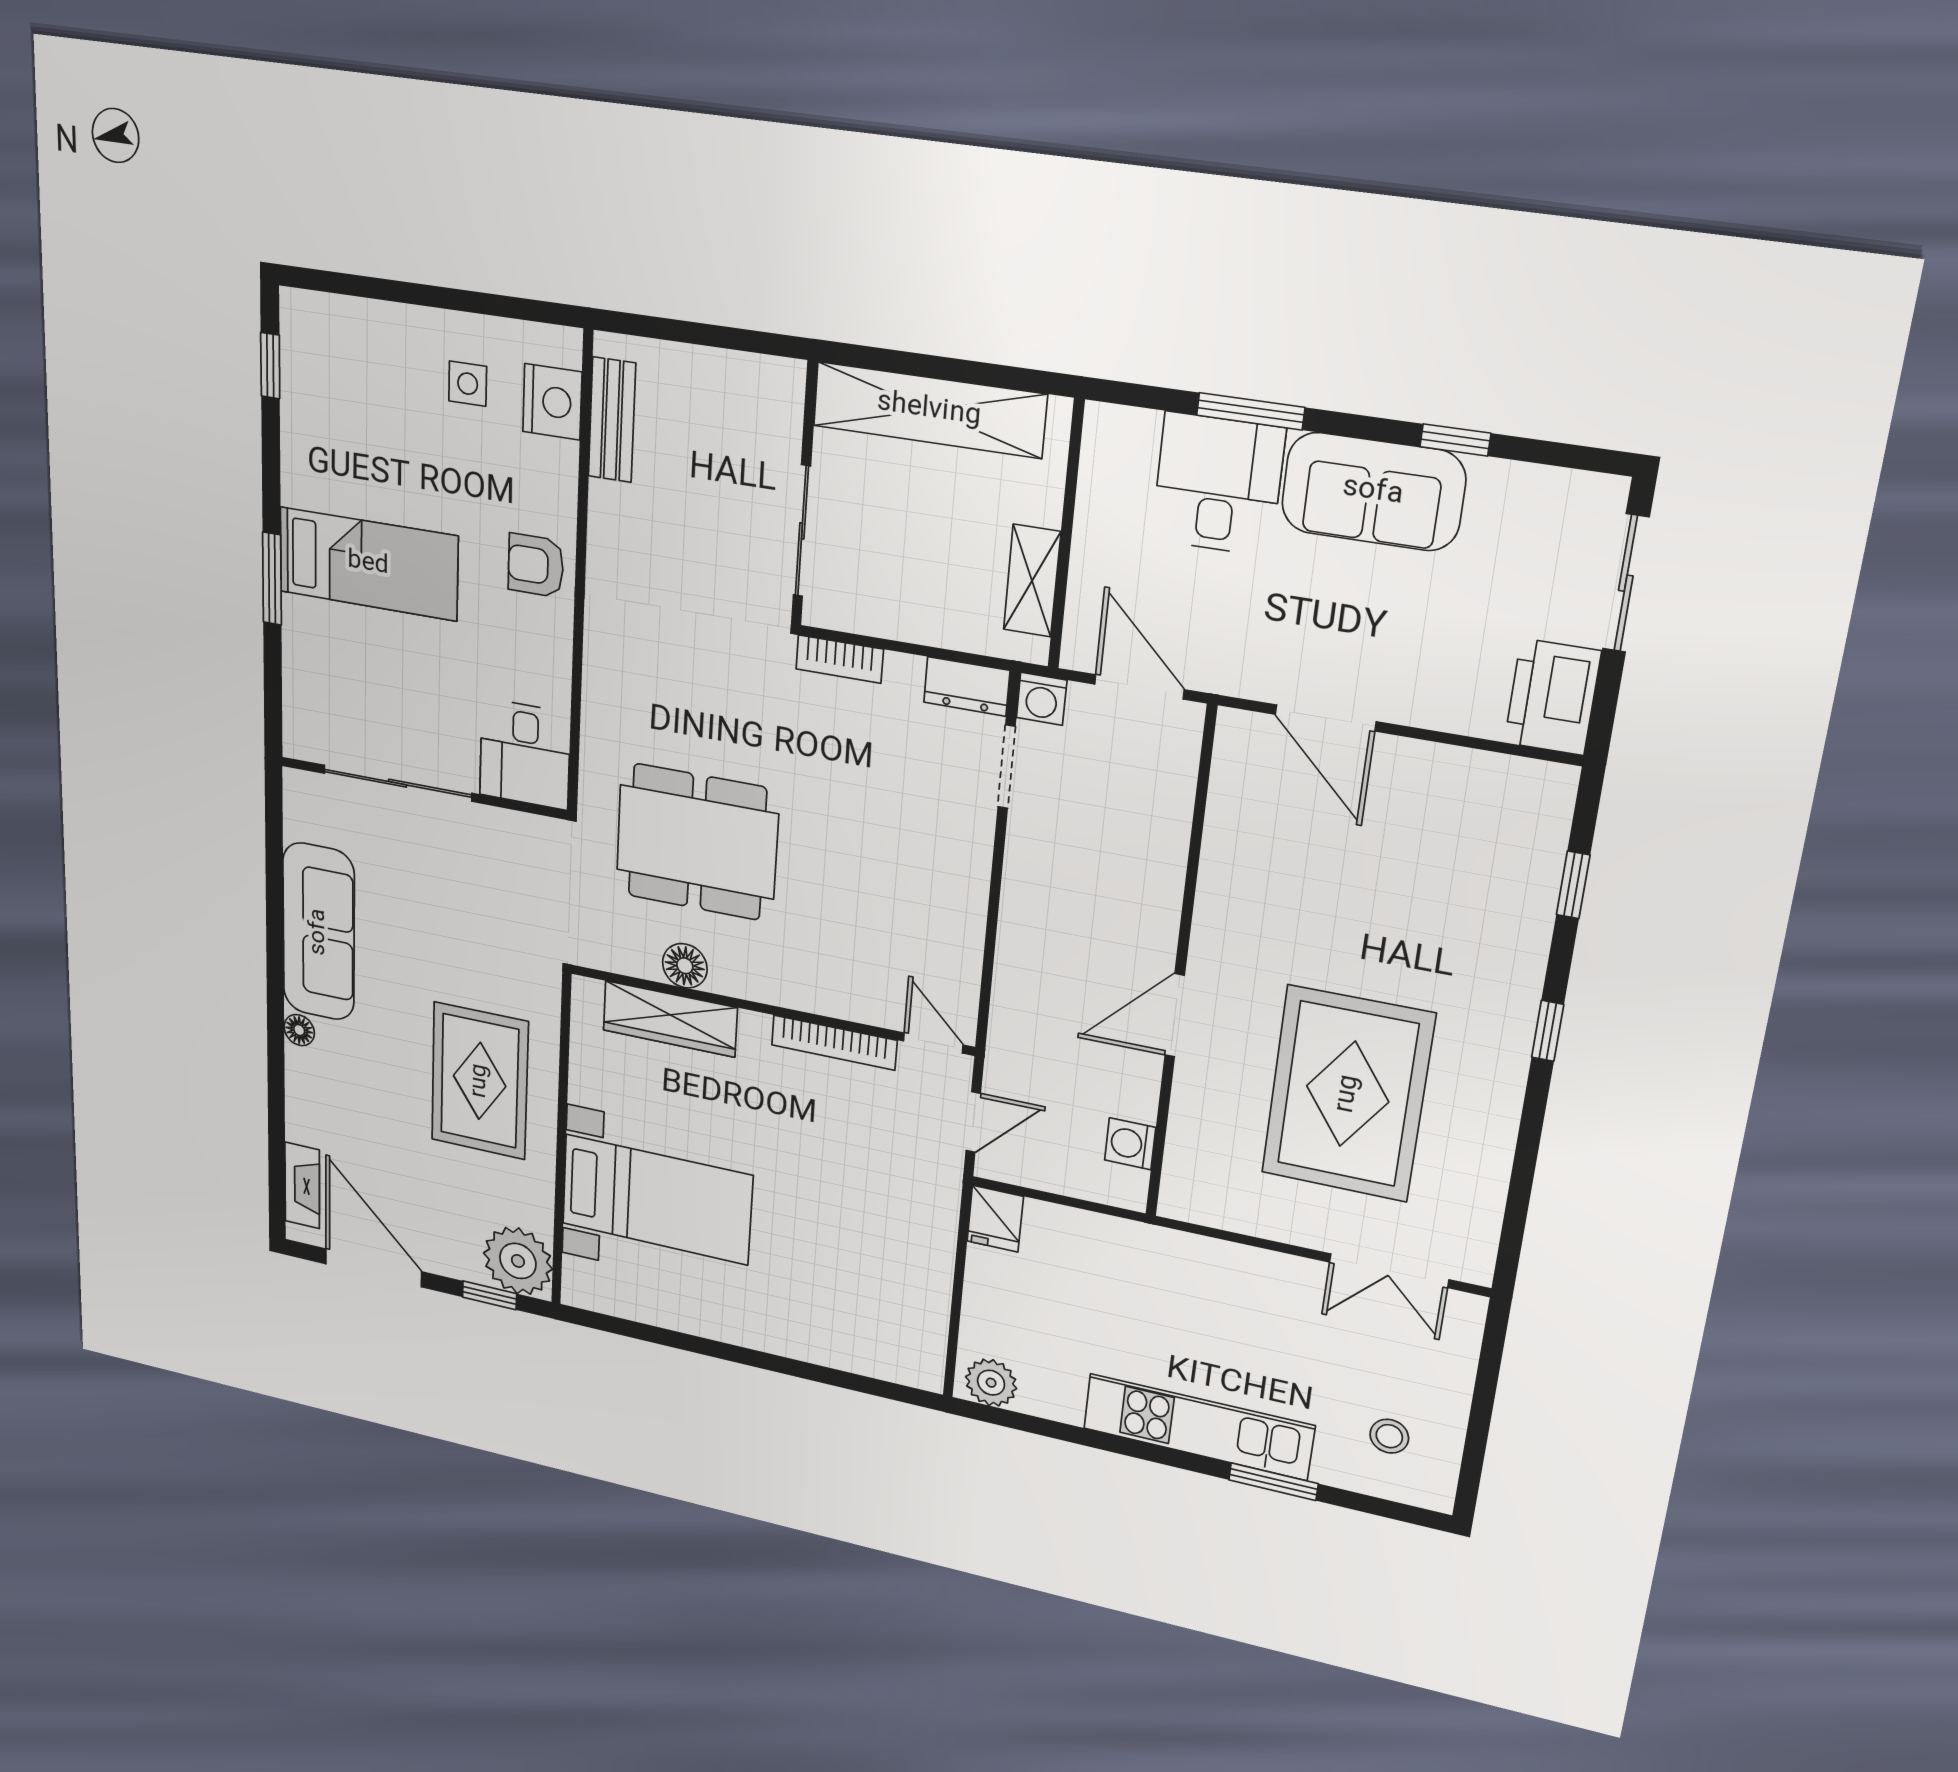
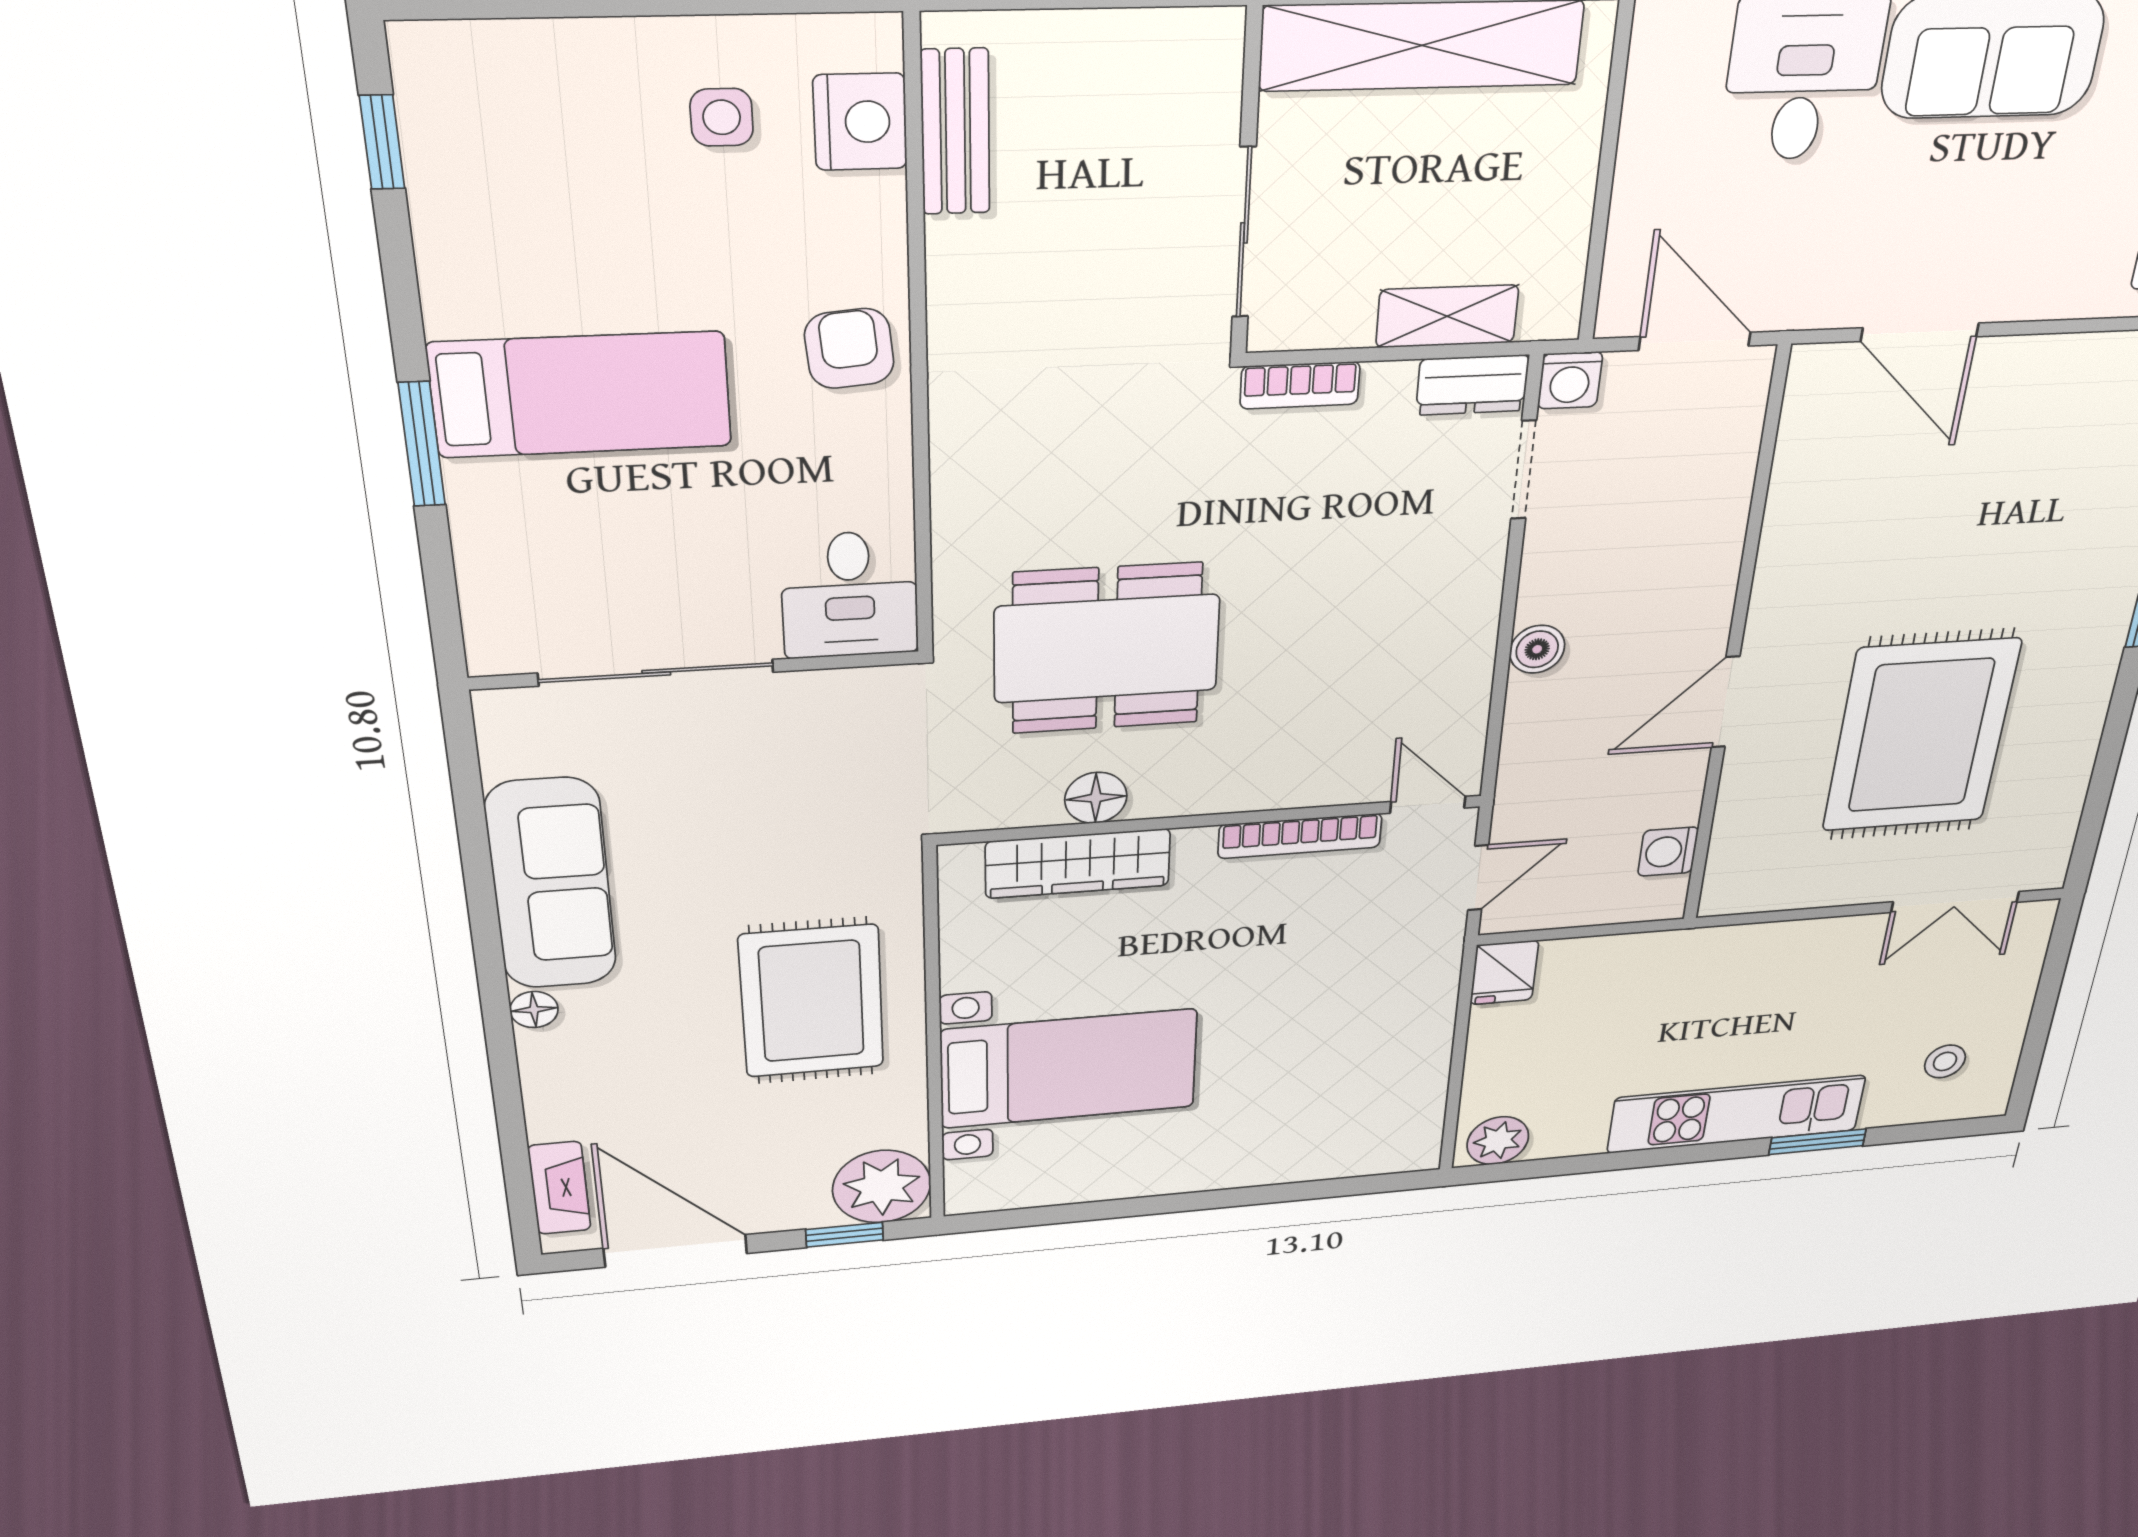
armchair: (536, 565) -> (849, 348), turned 85
shelving: (1032, 581) -> (1447, 316), moved, turned 90
boiler: (1019, 926) -> (1537, 649), added

